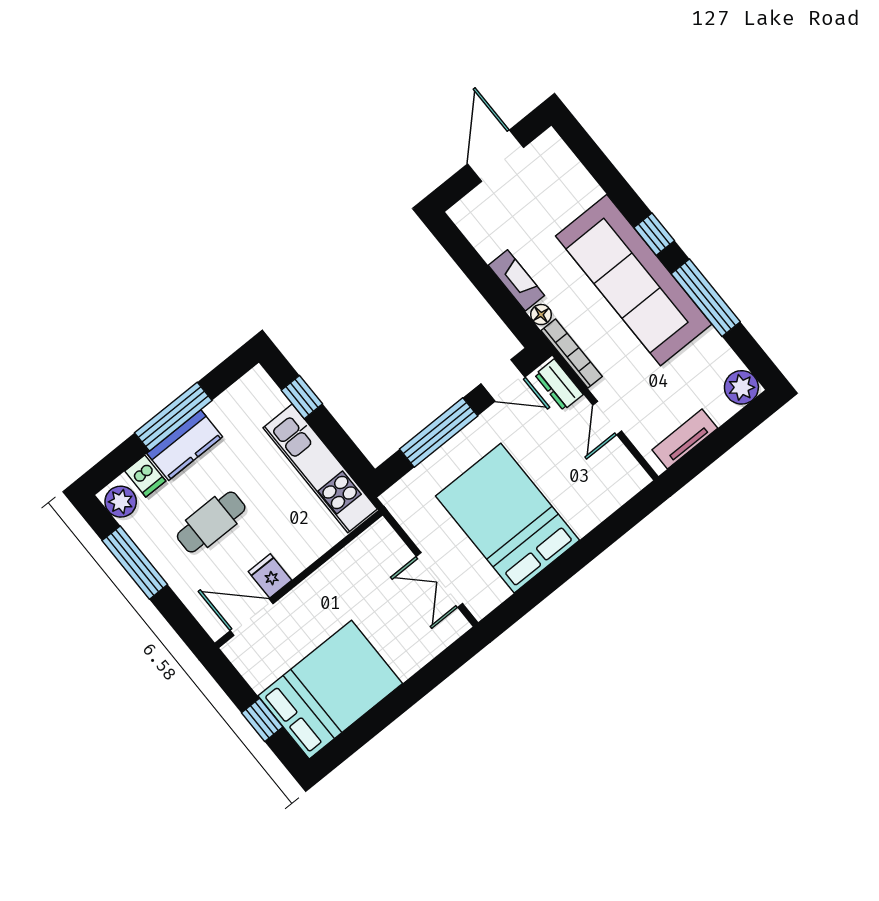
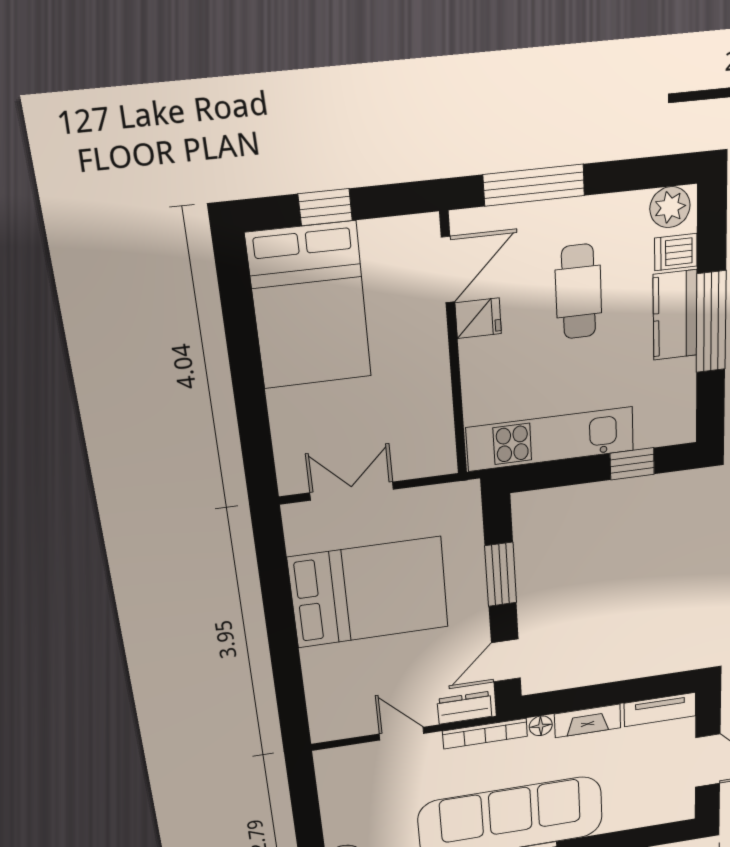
window: (439, 433) -> (501, 574), width x0.69
tv unit: (685, 439) -> (660, 710), moved, turned 90
window: (135, 563) -> (534, 185), moved

